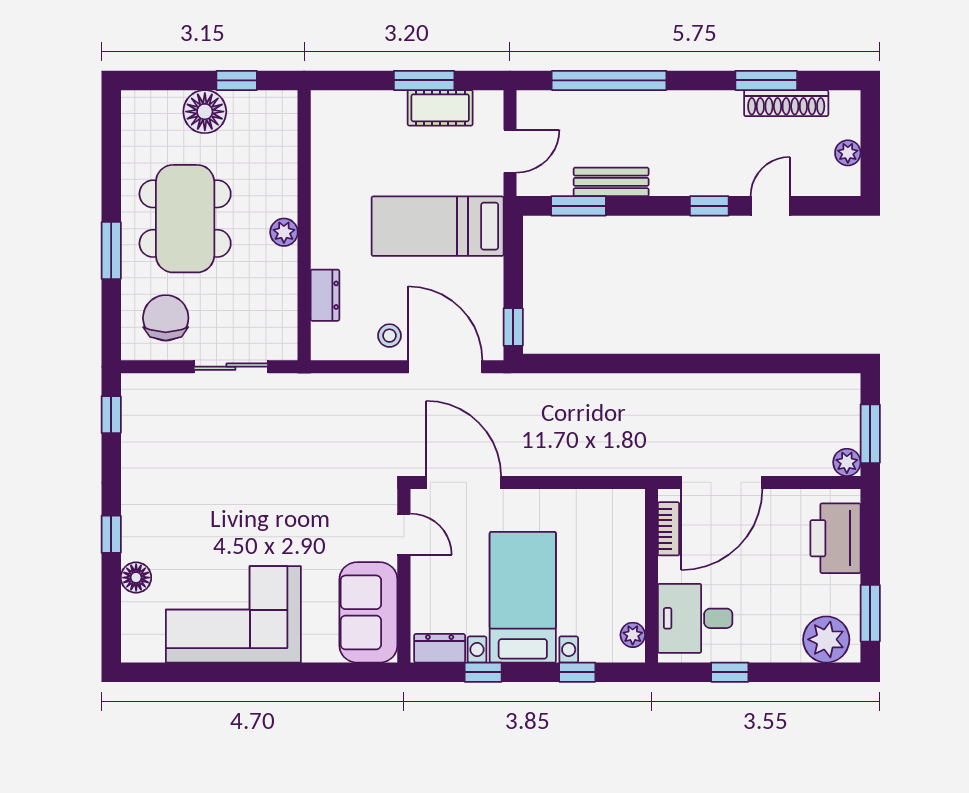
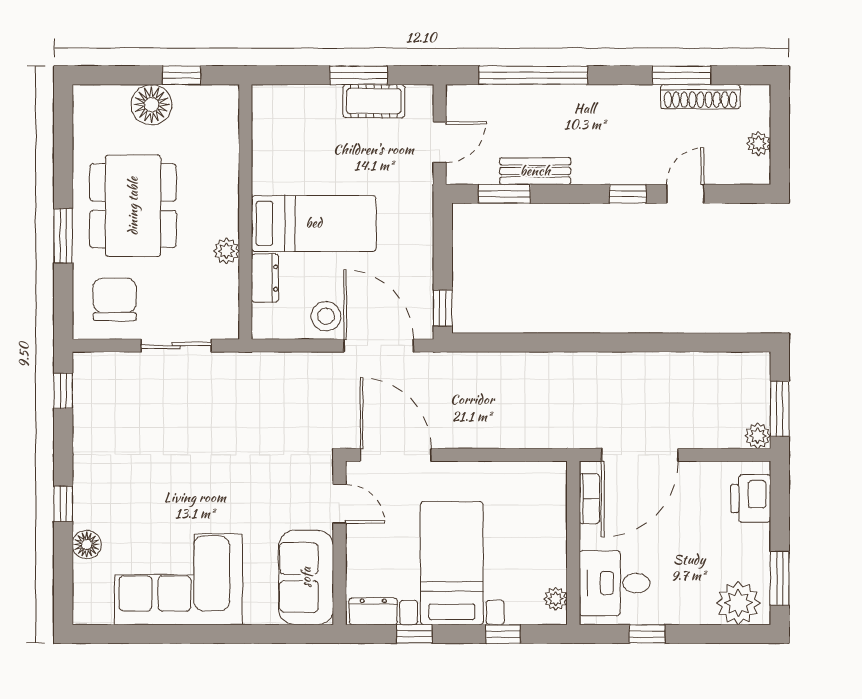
bed: (438, 226) -> (314, 223), moved, turned 180
plant: (284, 232) -> (226, 251), moved
stool: (389, 336) -> (326, 316), width x1.37, depth x1.37
printer: (835, 538) -> (751, 499), width x0.73, depth x0.84

